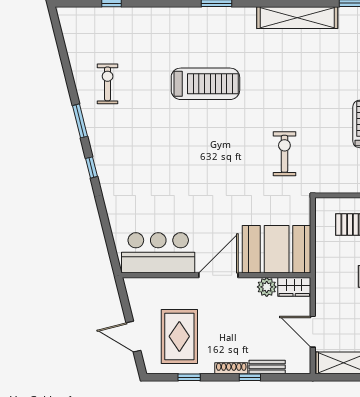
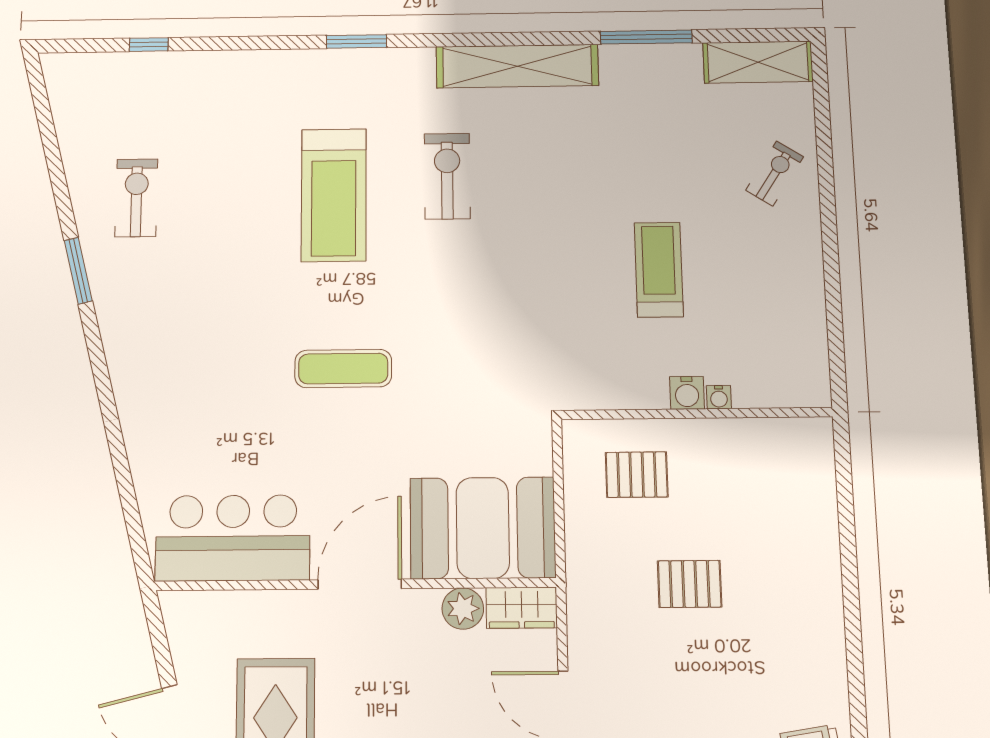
treadmill: (205, 84) -> (334, 195), turned 90
exercise bike: (284, 154) -> (447, 176), moved
window: (91, 167) -> (98, 363), removed
exercise mat: (210, 171) -> (343, 369), added

